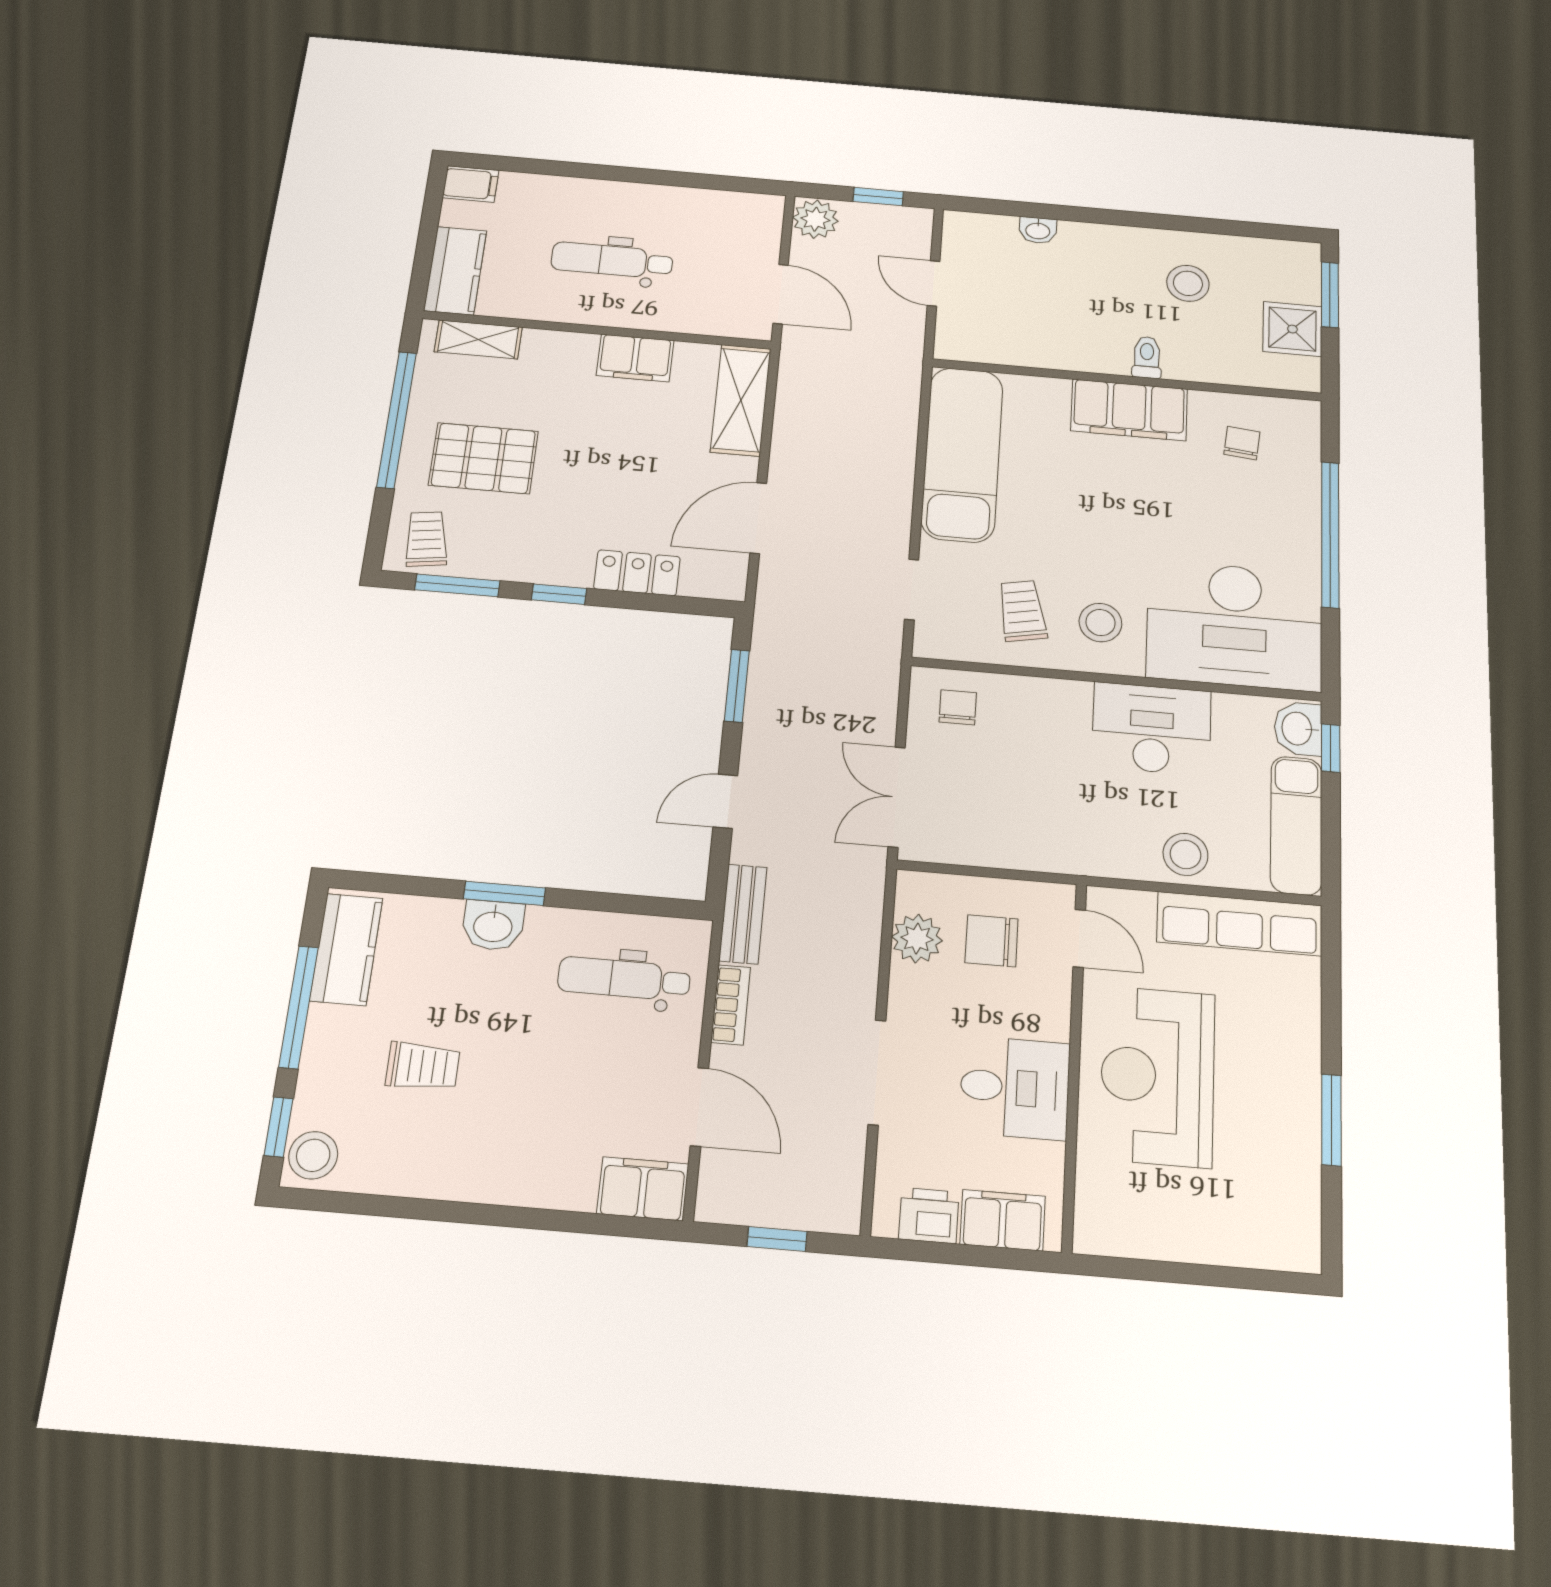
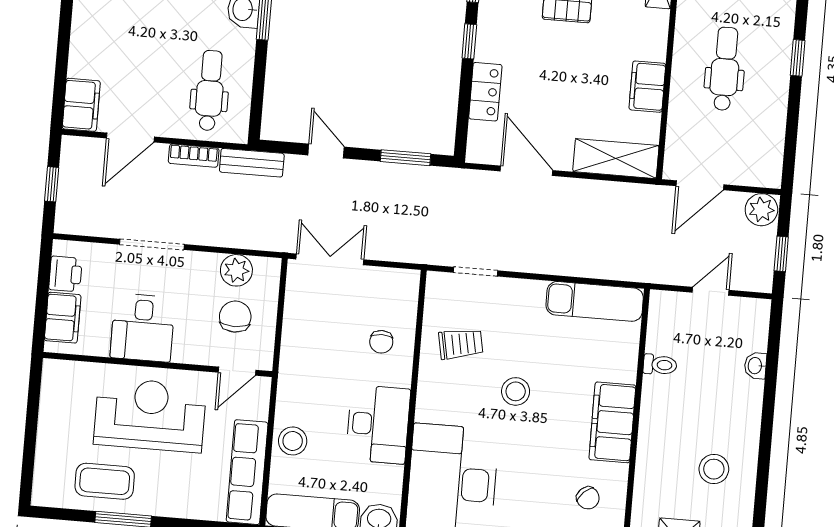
window: (600, 172) -> (798, 58), added
toilet: (1147, 357) -> (660, 365), moved
chair: (1242, 443) -> (588, 498), turned 40
exam couch: (962, 454) -> (595, 301), width x0.73, depth x0.69
stool: (1100, 623) -> (516, 391), moved
chair: (958, 707) -> (381, 342), moved, turned 90
coffee table: (1271, 1150) -> (105, 481), added

